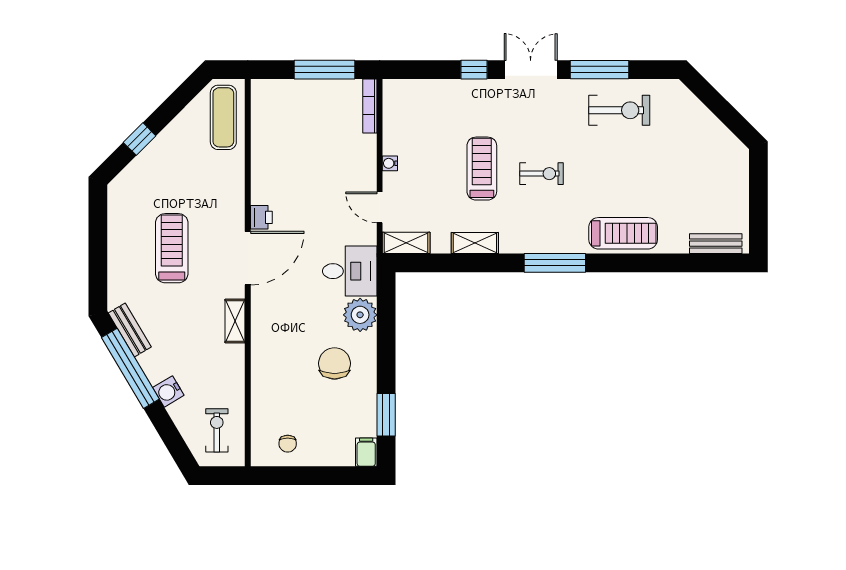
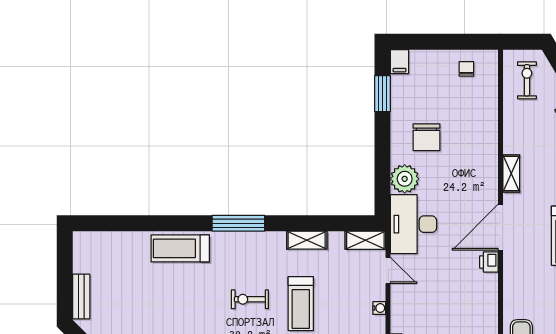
bench: (716, 244) -> (81, 296), moved, turned 90
desk: (350, 271) -> (413, 224), width x1.37
exercise bike: (217, 430) -> (527, 80), turned 180

